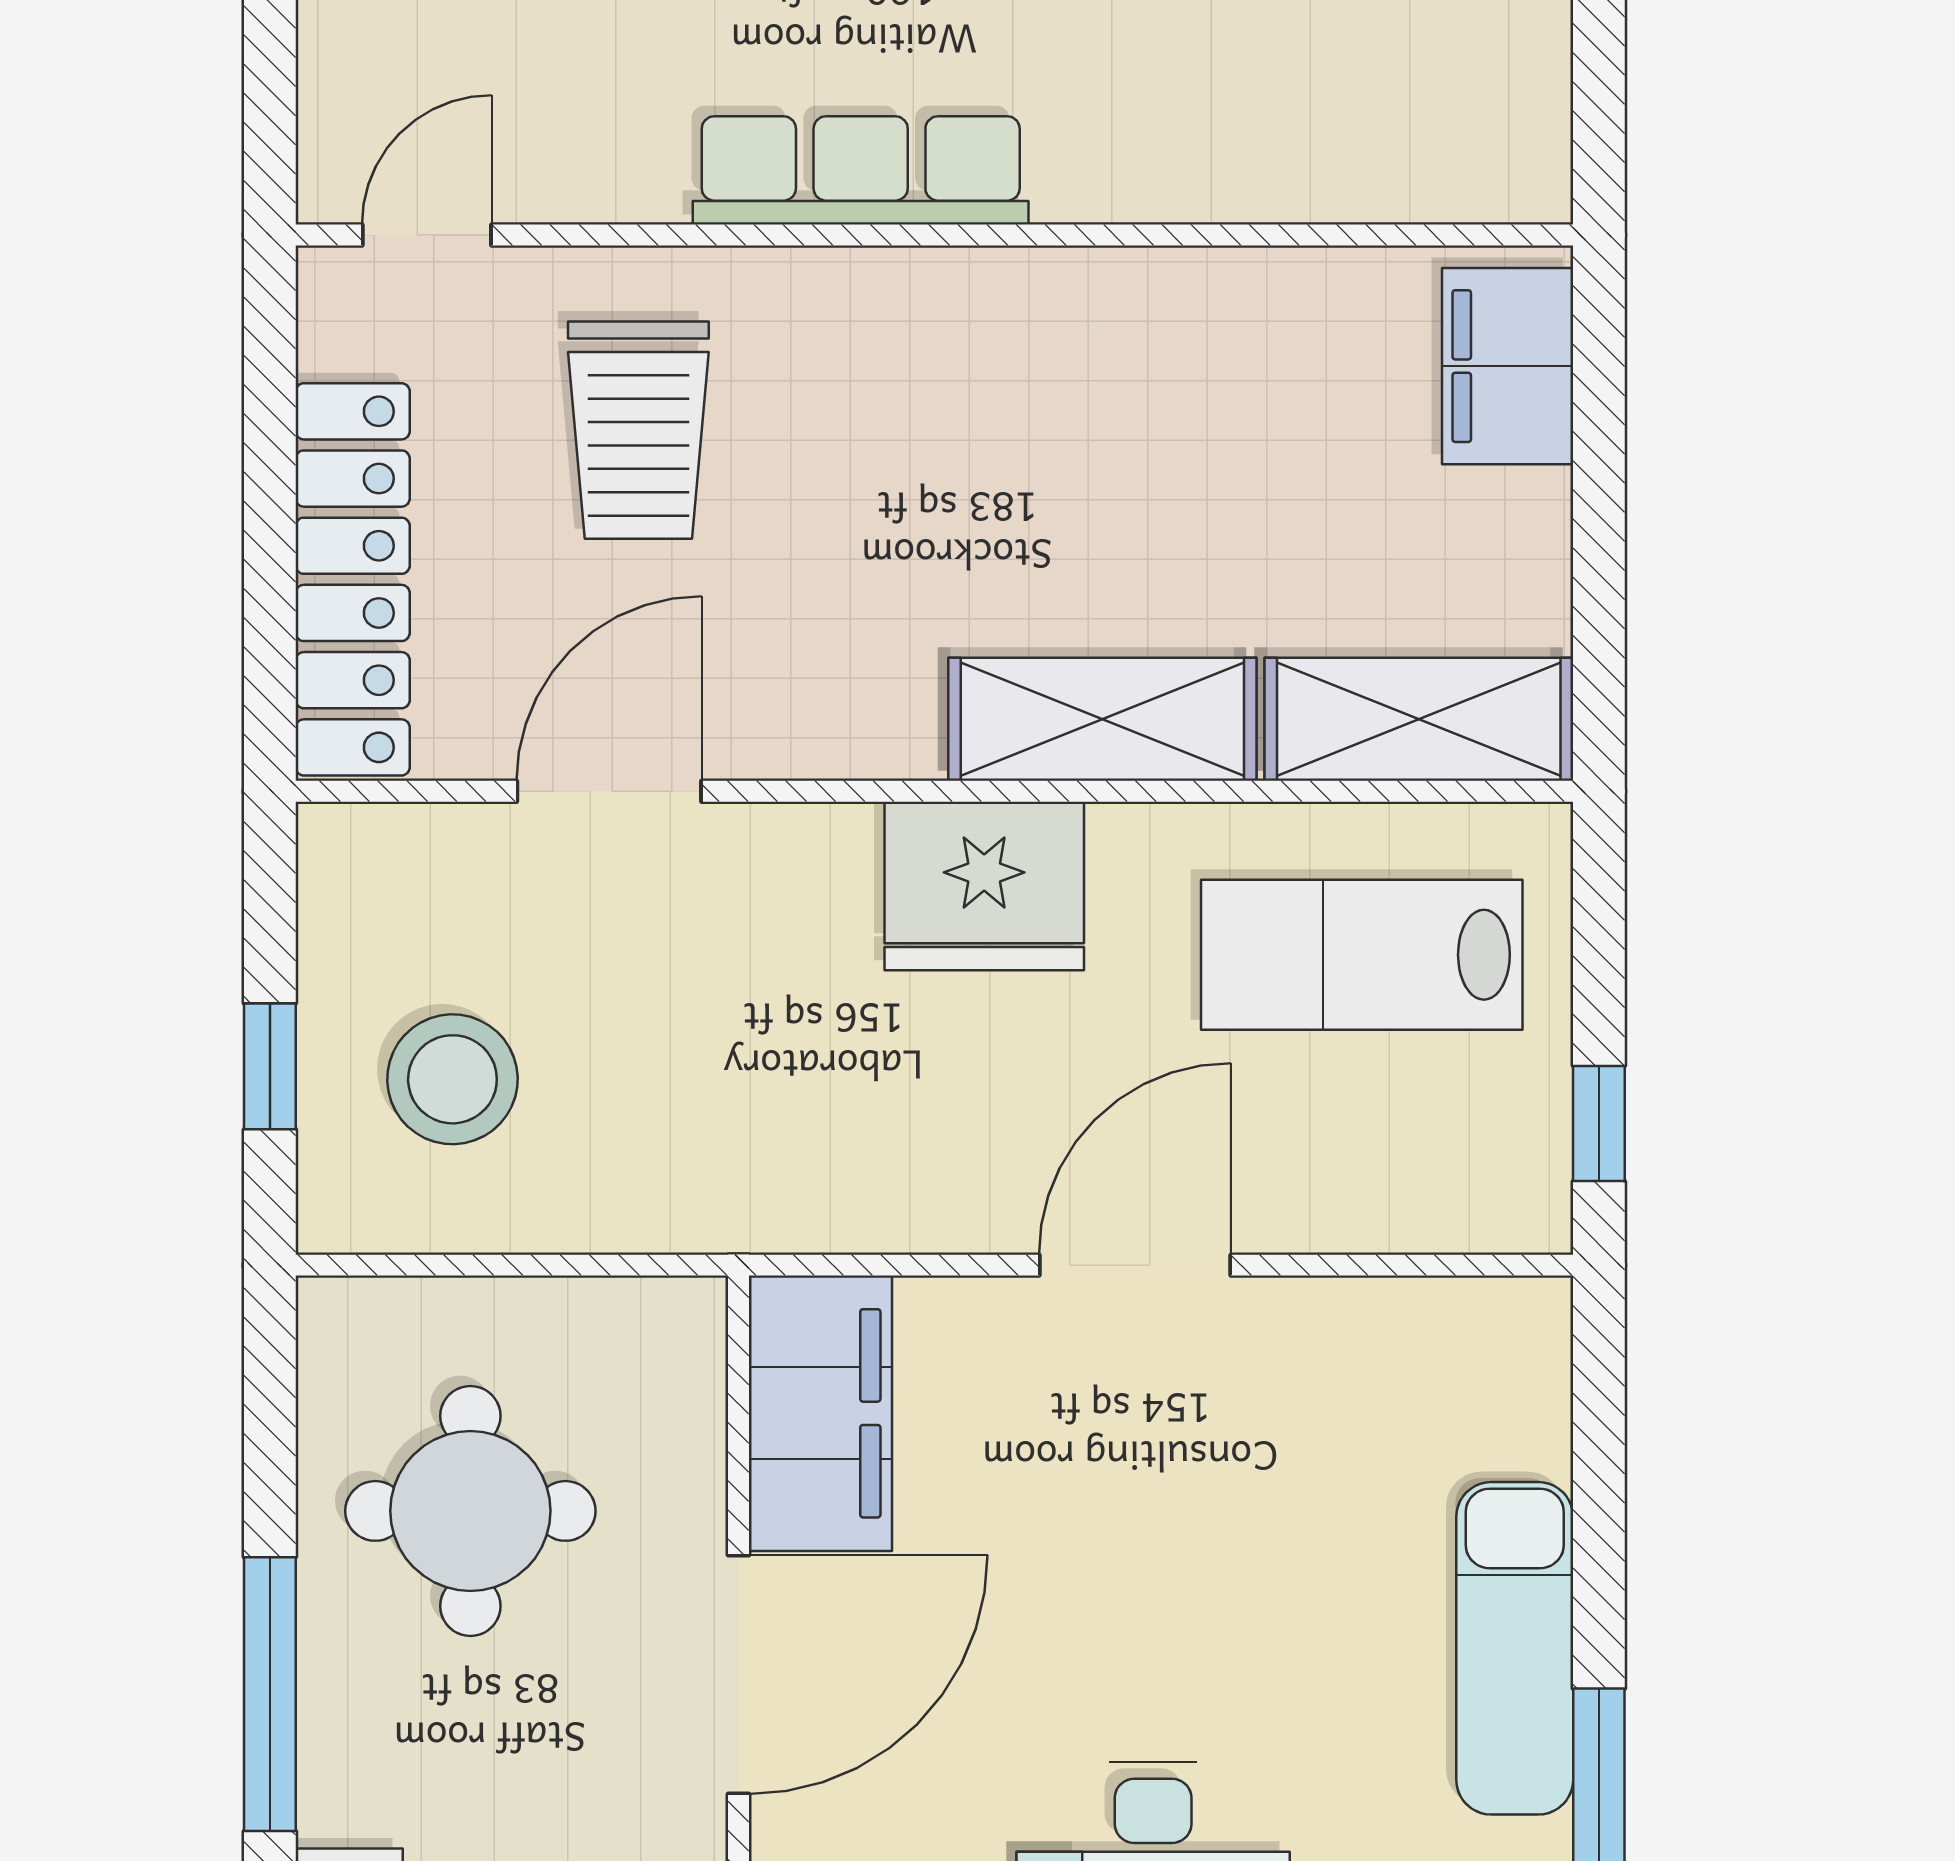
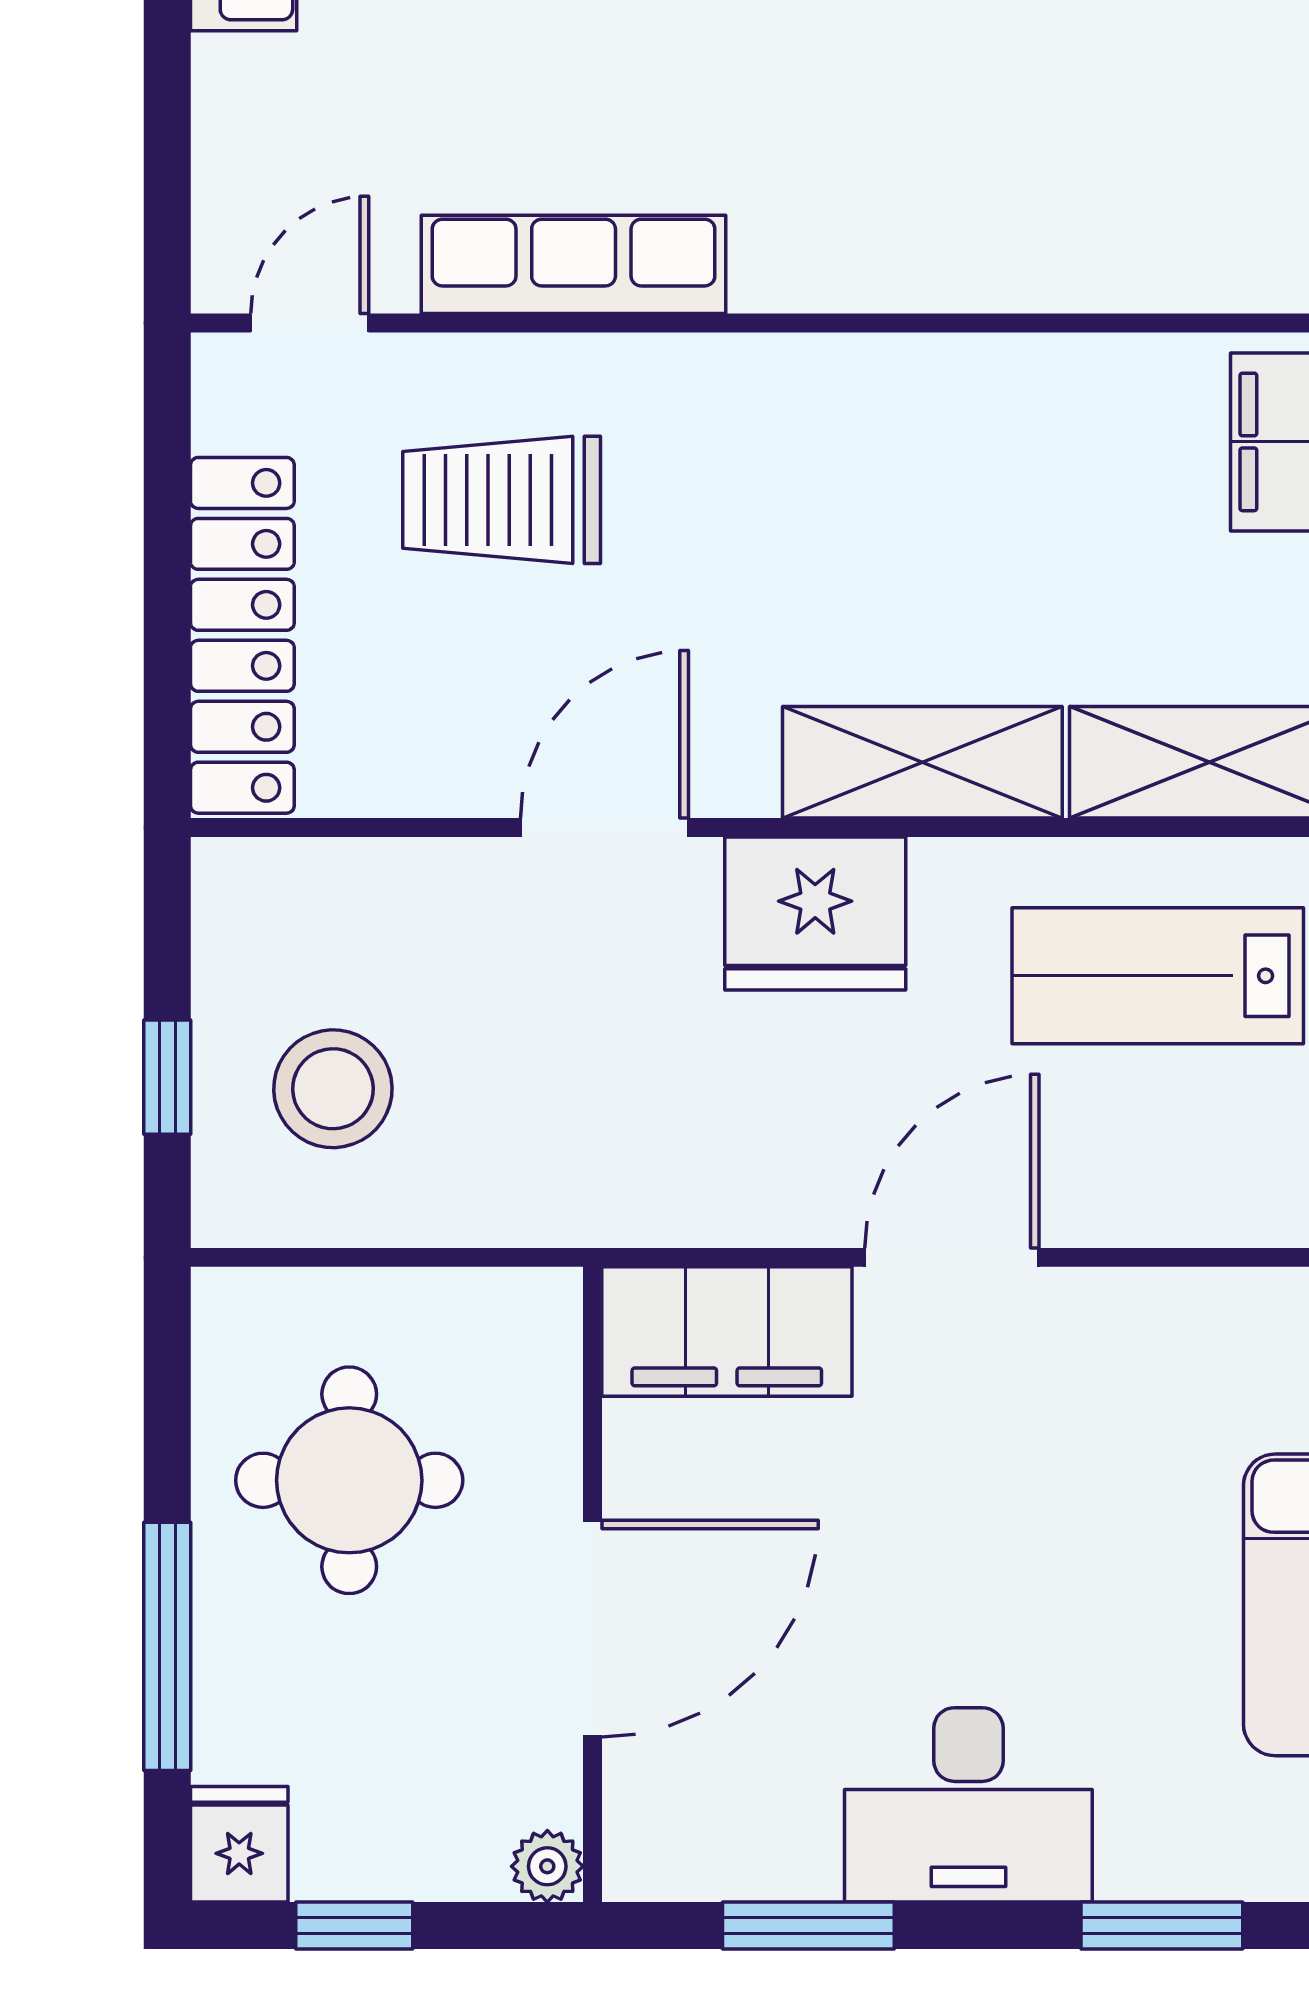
row of seats: (861, 170) -> (574, 264), moved
trolley: (638, 430) -> (502, 500), turned 90
door: (609, 791) -> (604, 828), moved
filing cabinet: (820, 1413) -> (727, 1332), moved, turned 90

